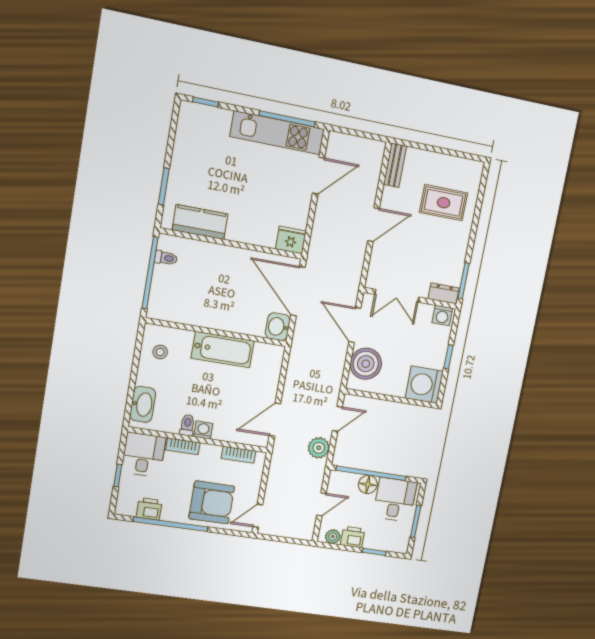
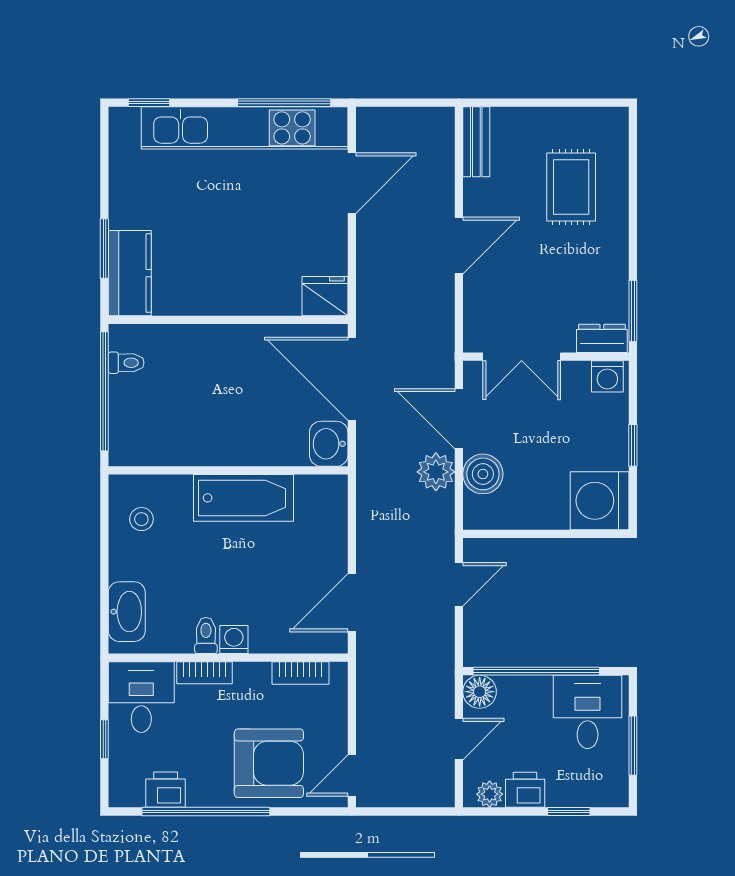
kitchen unit: (277, 133) -> (245, 128), width x1.36
rug: (444, 203) -> (571, 187), turned 90
kitchen counter: (200, 222) -> (130, 273), moved, turned 90
boiler: (366, 364) -> (483, 474), width x0.73, depth x0.73
plant: (319, 448) -> (436, 472), moved
floor lamp: (368, 484) -> (480, 692), moved

